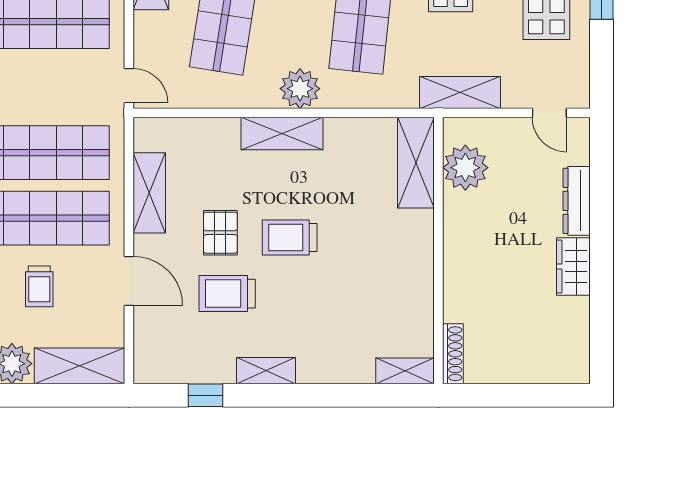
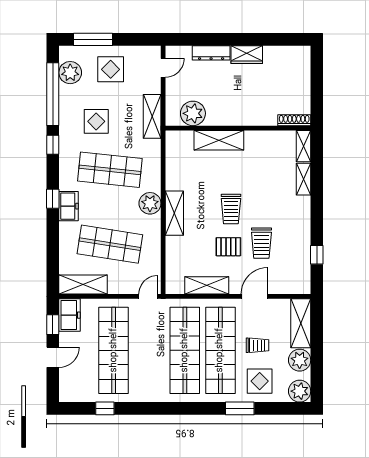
shelving: (416, 163) -> (219, 140), moved
shelving: (266, 371) -> (303, 179), moved

